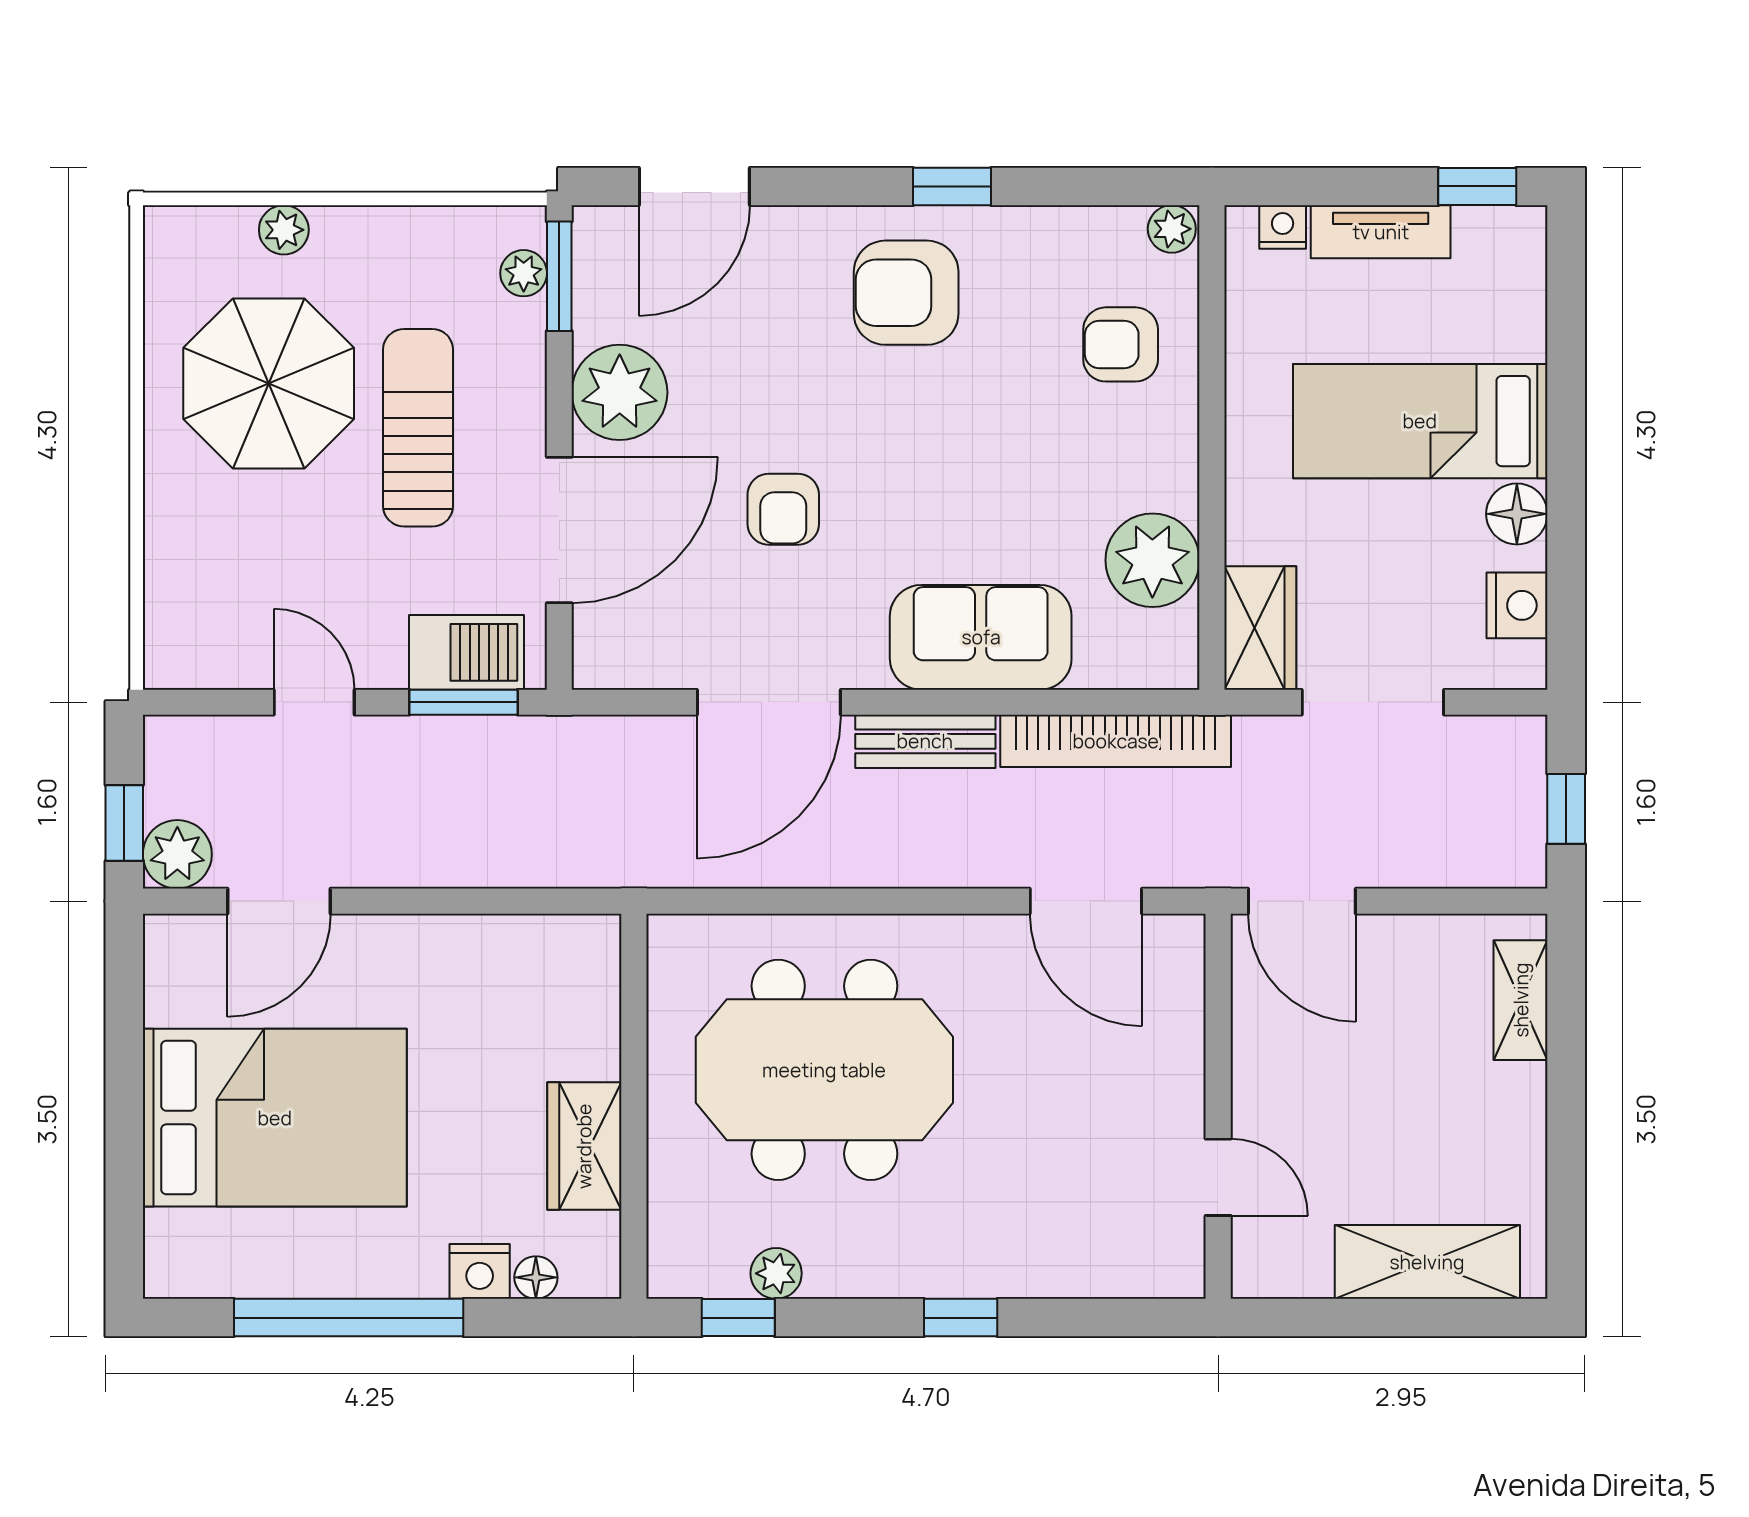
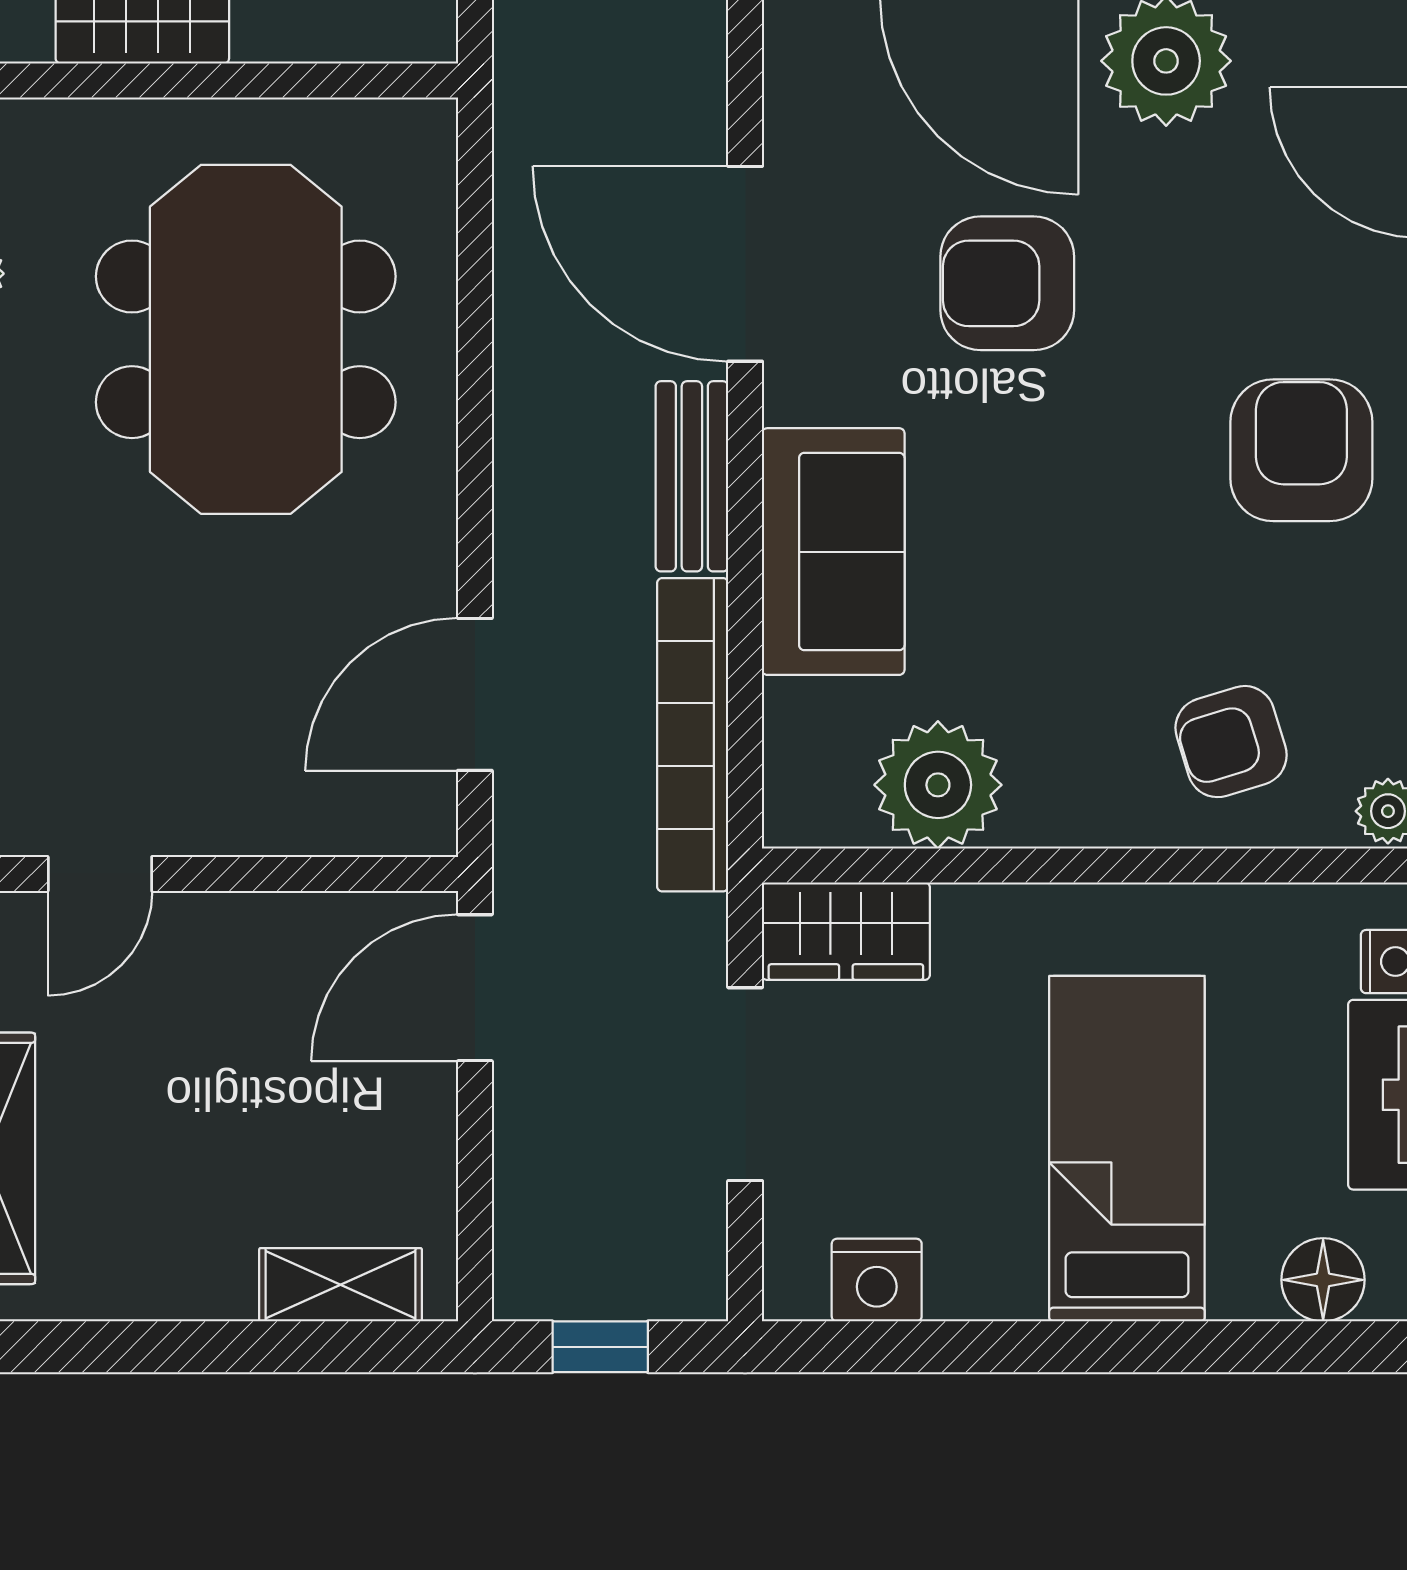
armchair: (1121, 344) -> (1231, 742), turned -107
armchair: (783, 509) -> (1007, 283), width x1.38, depth x1.38
floor lamp: (1517, 514) -> (1323, 1280), moved

